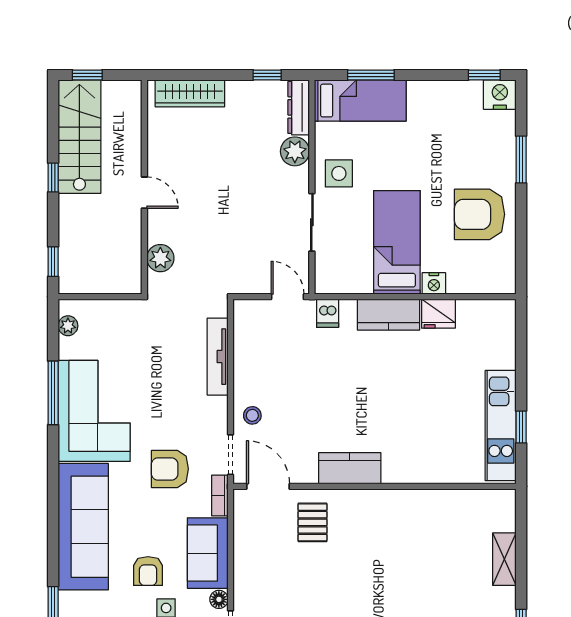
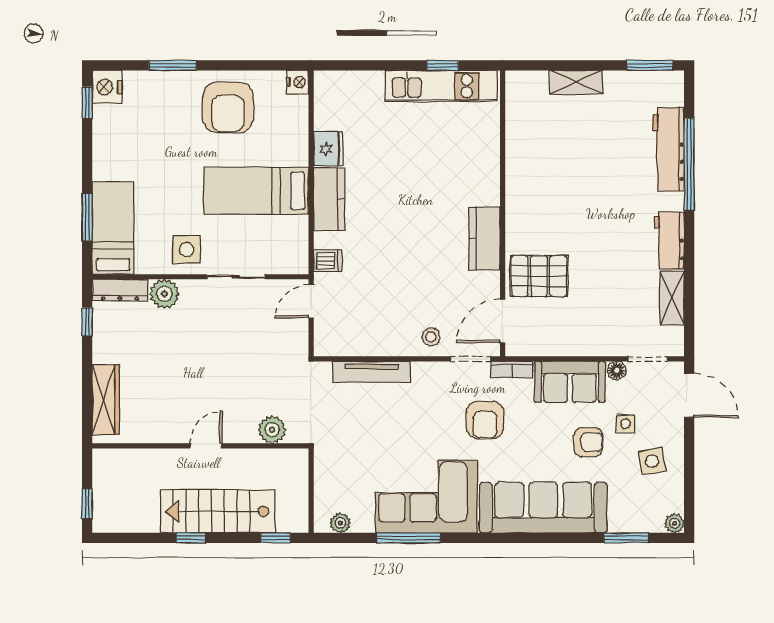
stairs: (79, 137) -> (218, 511), moved
nightstand: (434, 283) -> (298, 82), moved
pallet: (312, 522) -> (539, 276), width x1.50, depth x1.42

